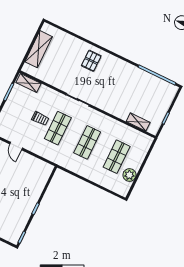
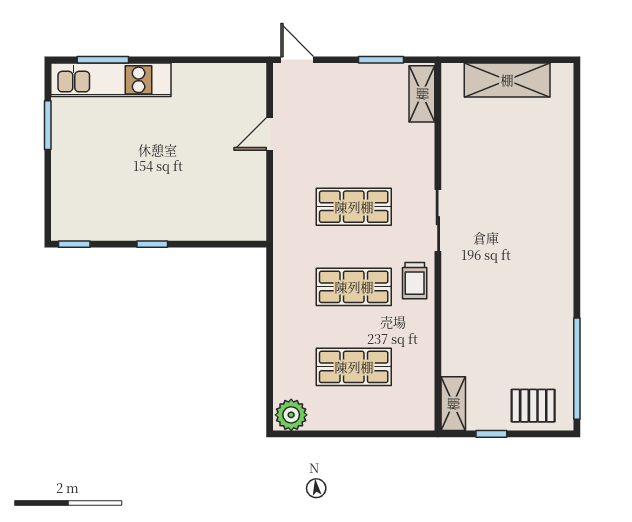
pallet: (91, 61) -> (533, 406), moved
trolley: (40, 119) -> (415, 281), moved
shelving: (138, 122) -> (453, 404), moved
plant: (129, 175) -> (291, 415), moved

